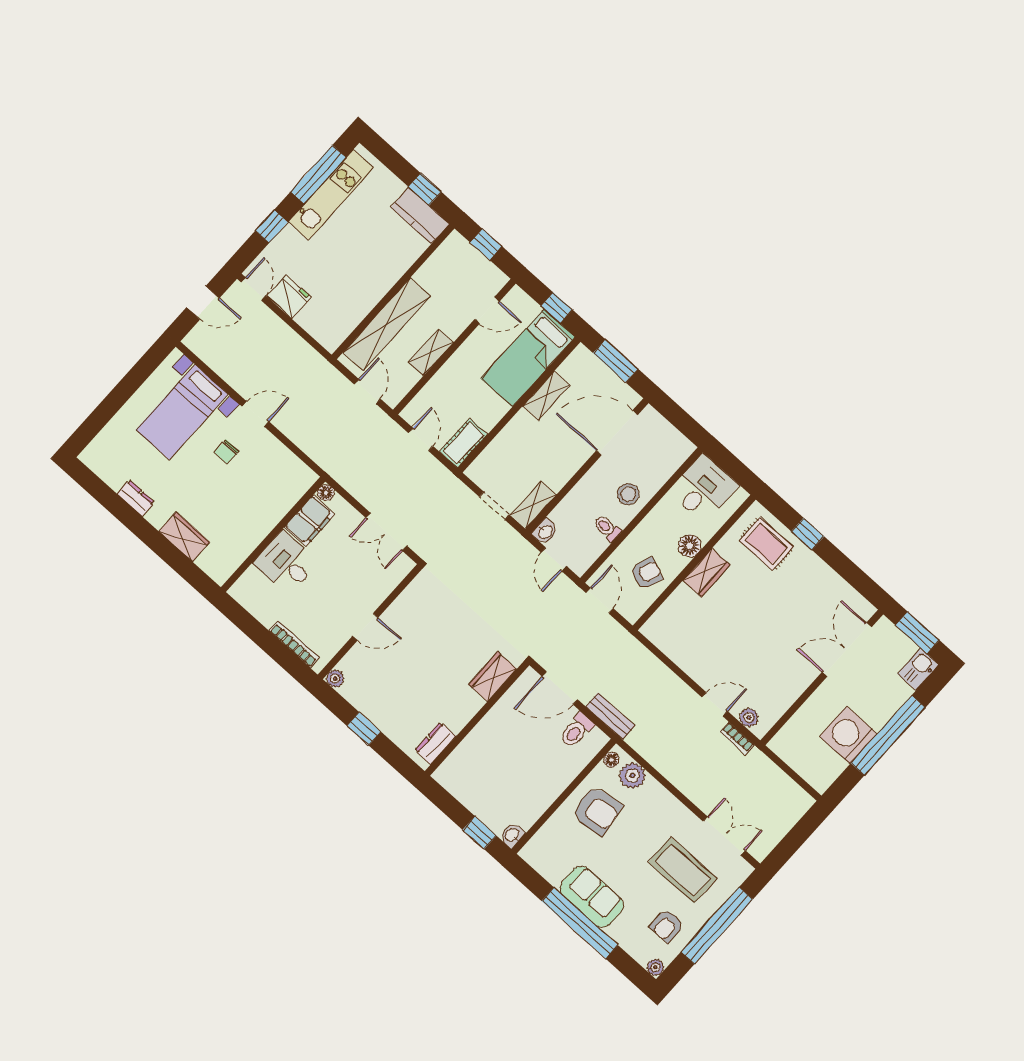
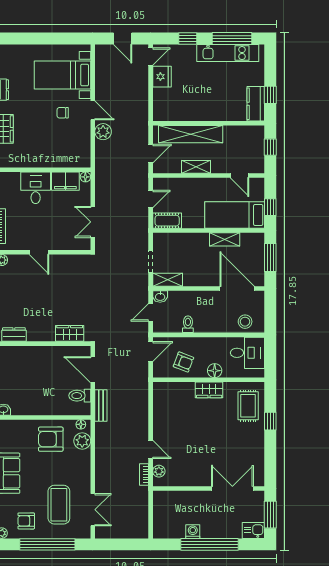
plant: (291, 424) -> (103, 132), added
stool: (628, 494) -> (245, 322), moved
washing machine: (848, 735) -> (193, 532), width x0.53, depth x0.53
armchair: (597, 811) -> (51, 439), turned 98

